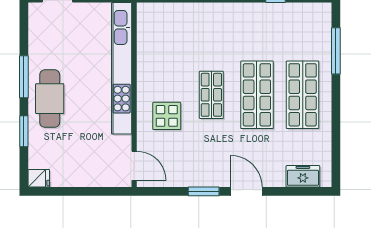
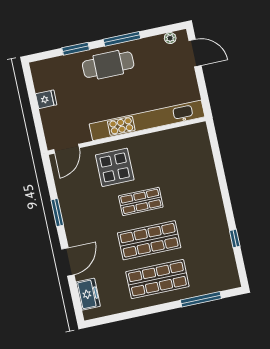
plant: (35, 22) -> (170, 38), added
display table: (167, 116) -> (115, 167), width x1.36, depth x1.36
fridge: (39, 178) -> (46, 99), moved, turned -90
door: (246, 191) -> (68, 262), moved

